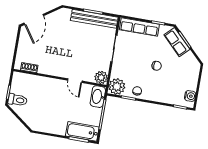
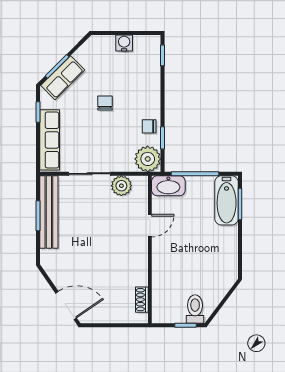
plant: (101, 77) -> (121, 186), moved
water cooler: (190, 96) -> (124, 43), moved

